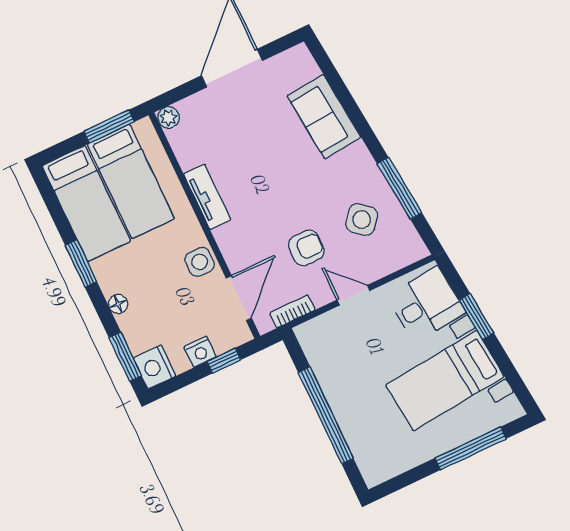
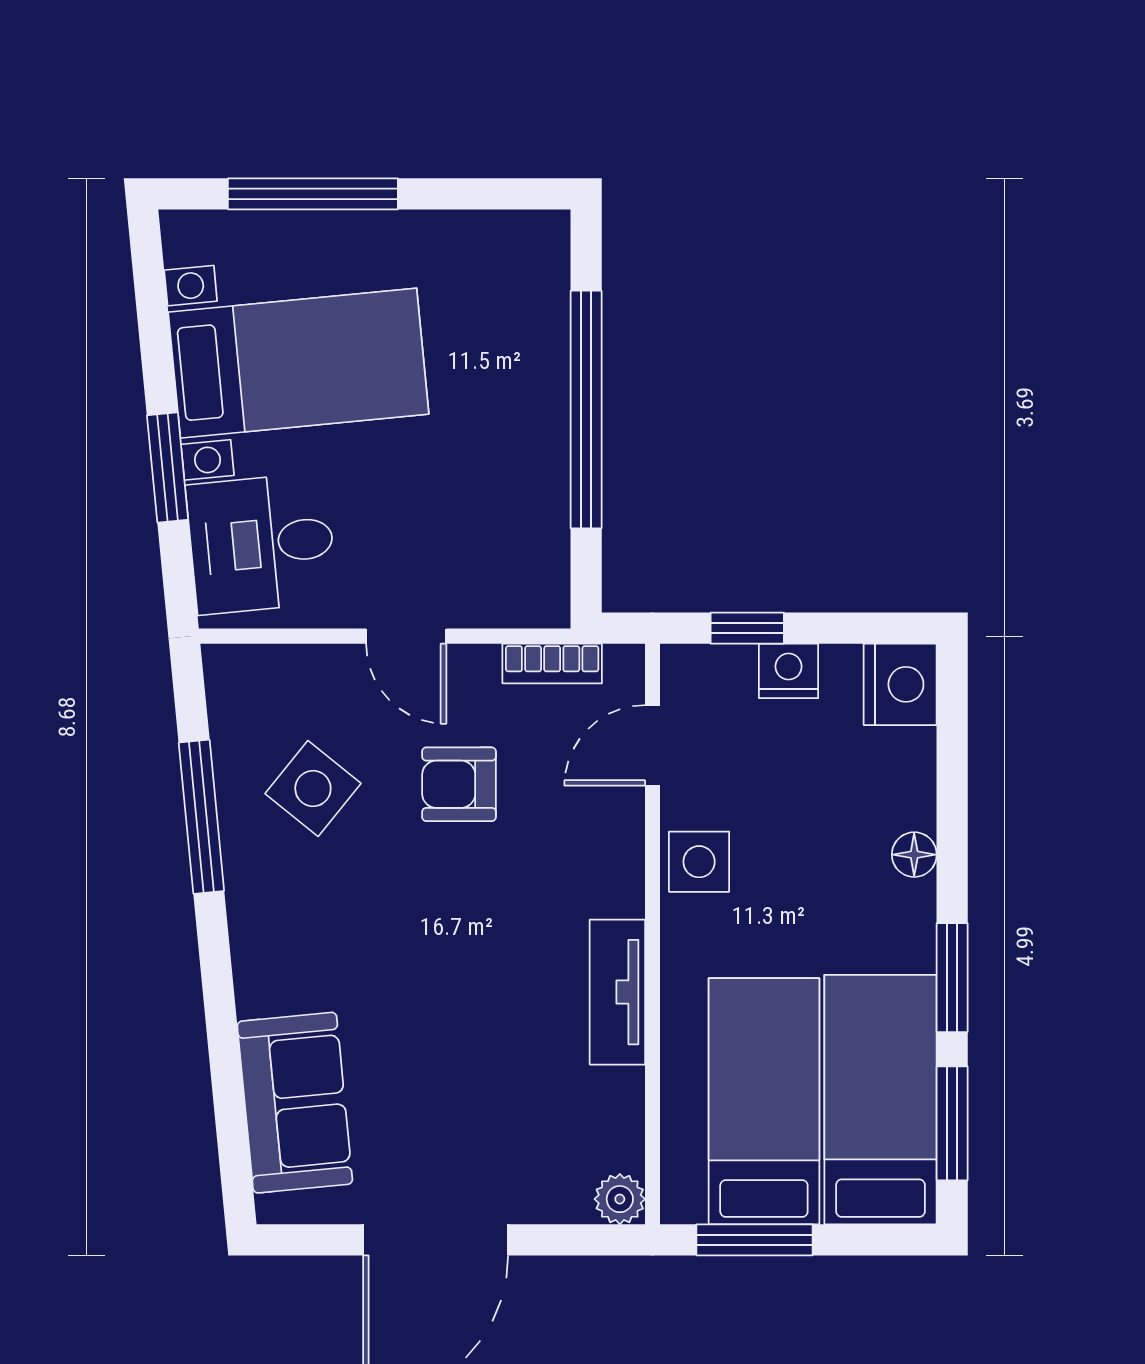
sofa: (324, 117) -> (295, 1103), moved
door: (239, 298) -> (652, 745), width x0.73
window: (125, 357) -> (952, 1123), moved

